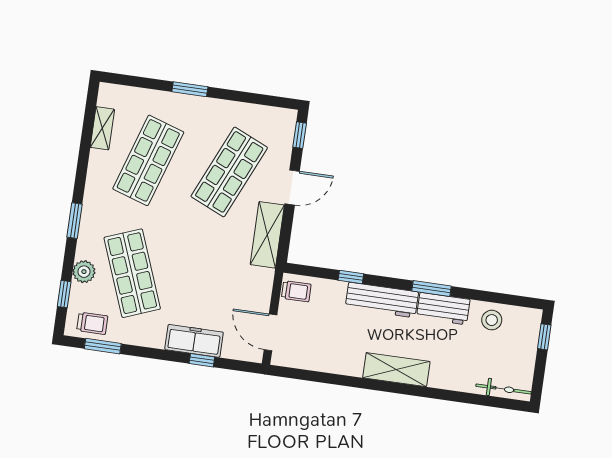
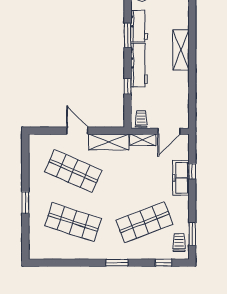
shelving: (102, 128) -> (143, 140), moved
window: (300, 135) -> (44, 131), removed
plant: (84, 272) -> (148, 252), removed

